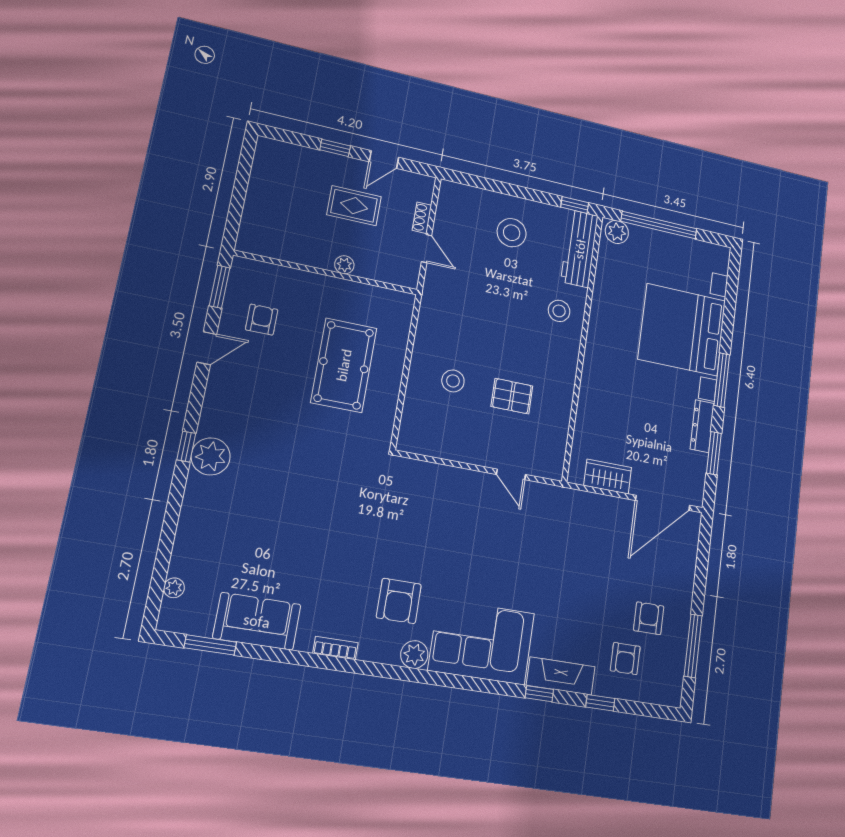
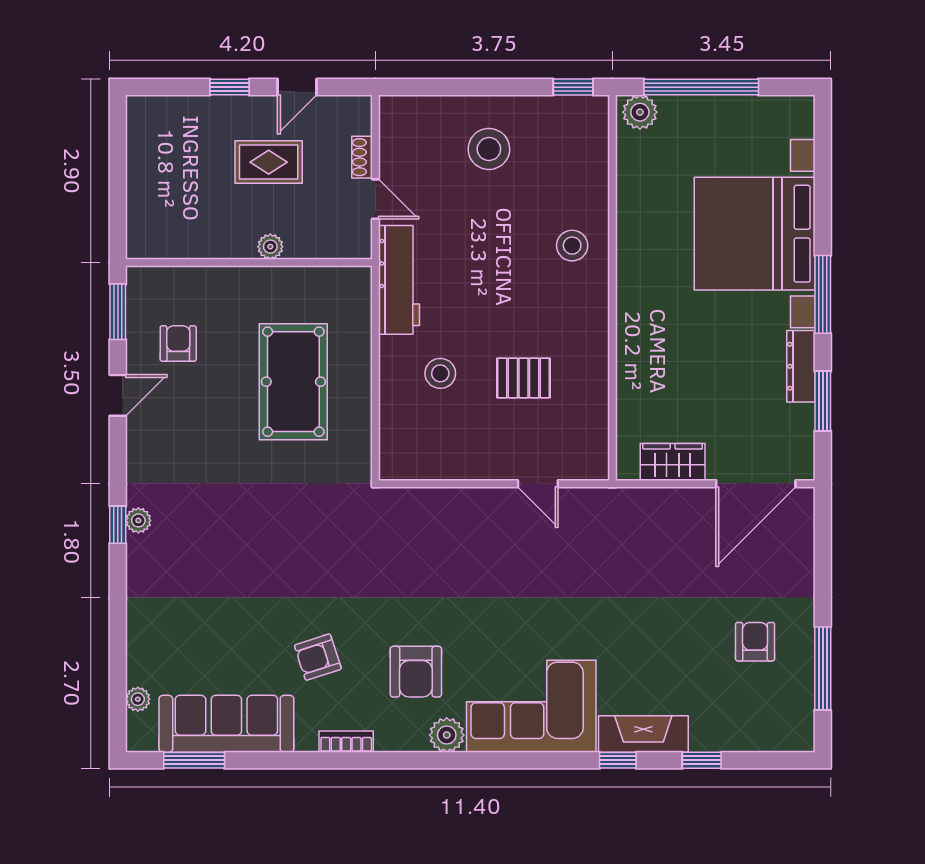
workbench: (580, 249) -> (399, 280), moved, turned 180
plant: (211, 456) -> (138, 520), width x0.53, depth x0.53
sofa: (257, 621) -> (226, 724), width x1.36
armchair: (625, 659) -> (318, 657), moved, turned 72

